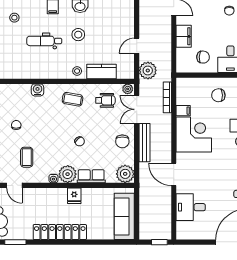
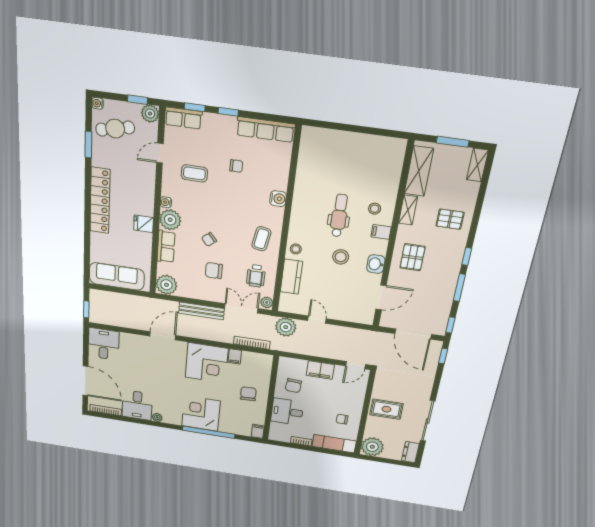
stool: (14, 18) -> (375, 209), moved
chair: (122, 141) -> (214, 271), moved
desk: (191, 207) -> (104, 344), moved

